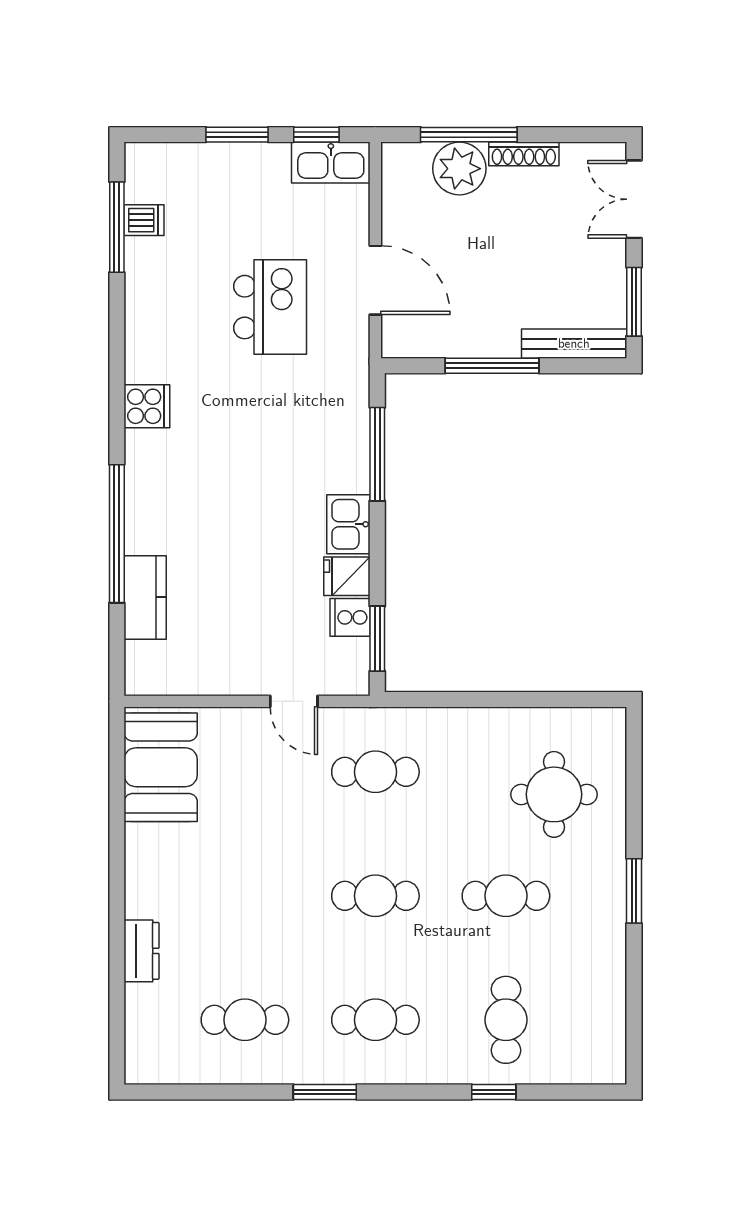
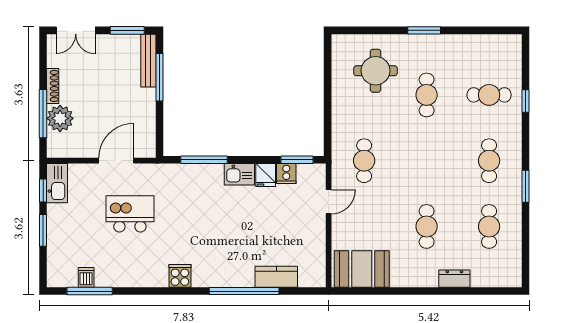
window: (492, 366) -> (159, 77), moved
cafe table: (375, 896) -> (427, 226), moved

